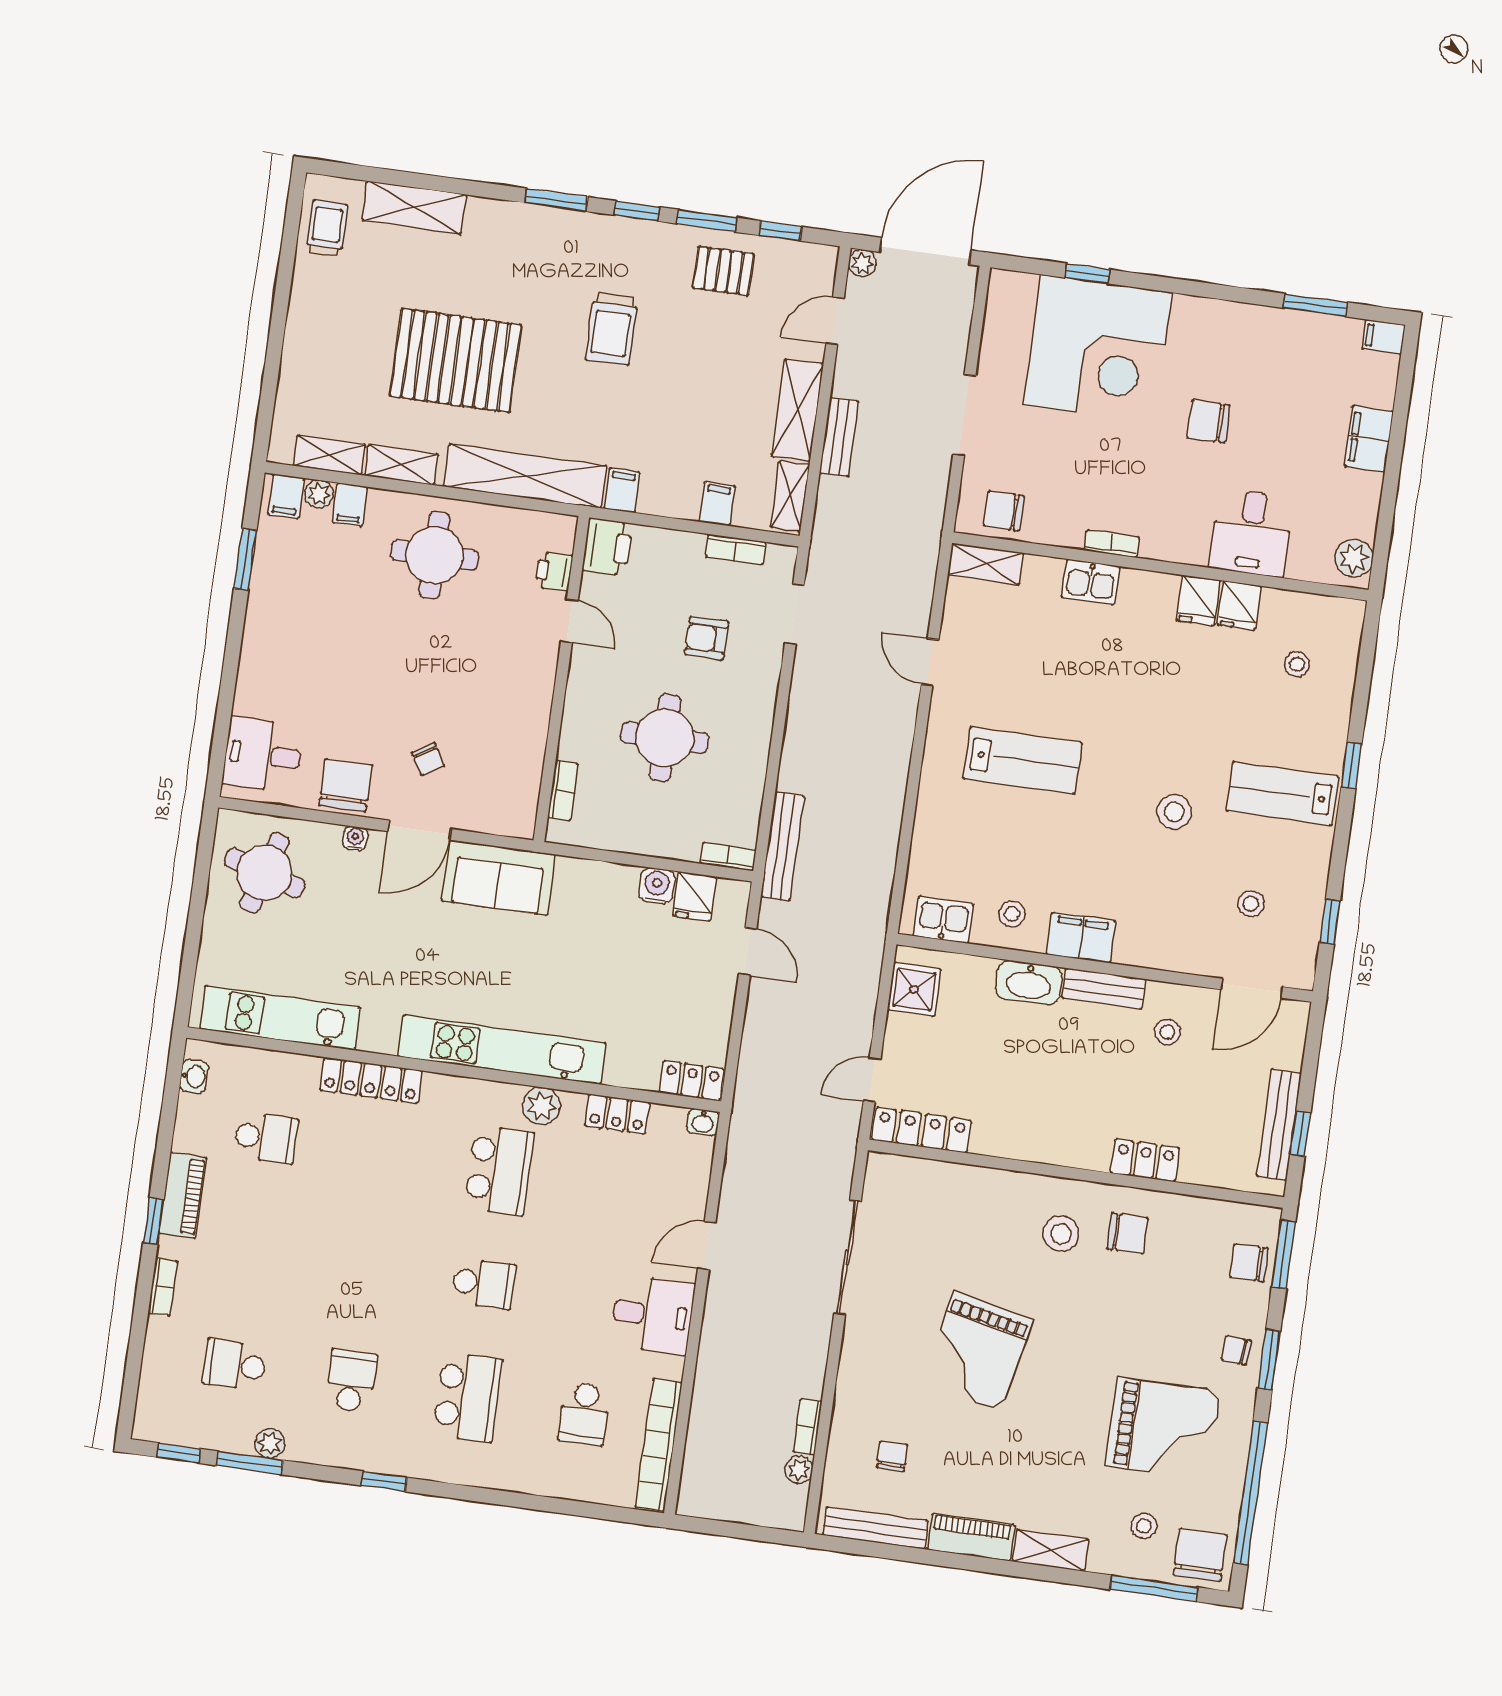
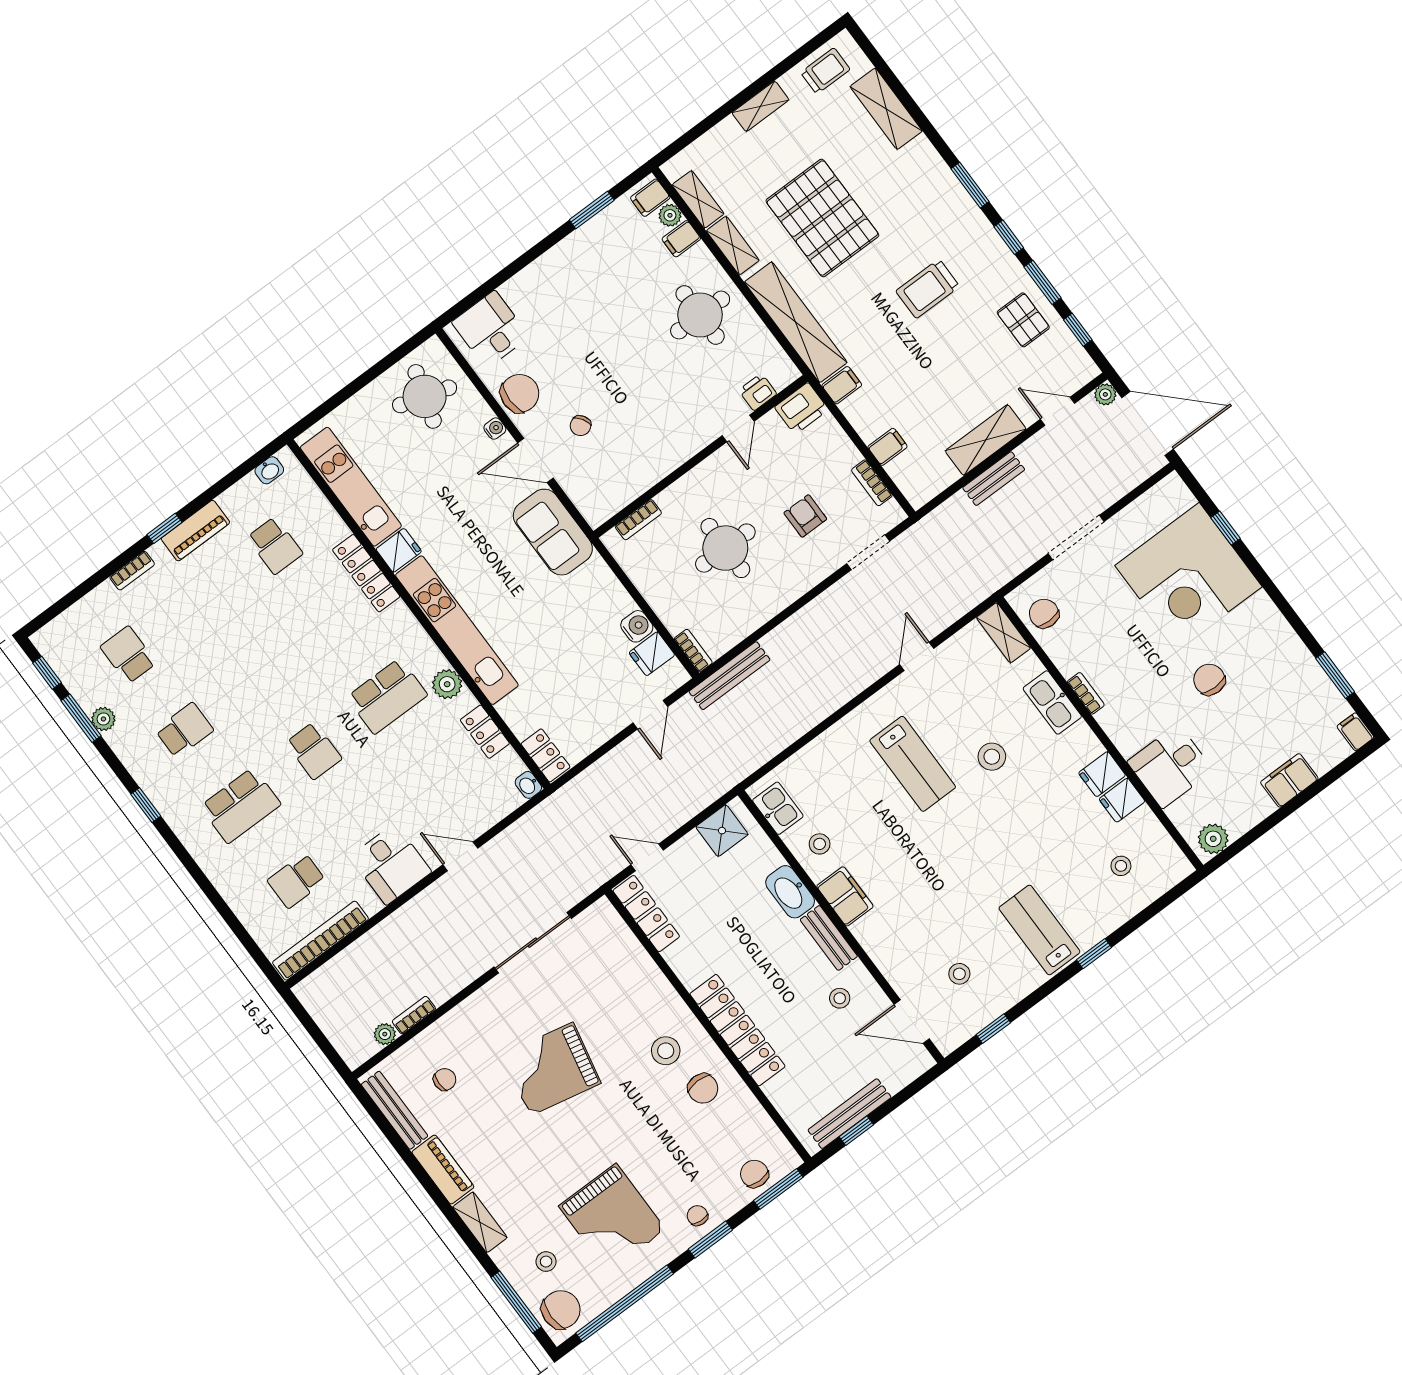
shelving: (790, 496) -> (760, 106), moved
kitchen sink: (1091, 582) -> (1052, 702), width x1.38
stool: (1174, 812) -> (992, 757), moved
fridge: (379, 1031) -> (399, 550), added
locker: (1145, 1160) -> (737, 1030), width x2.16, depth x1.21

